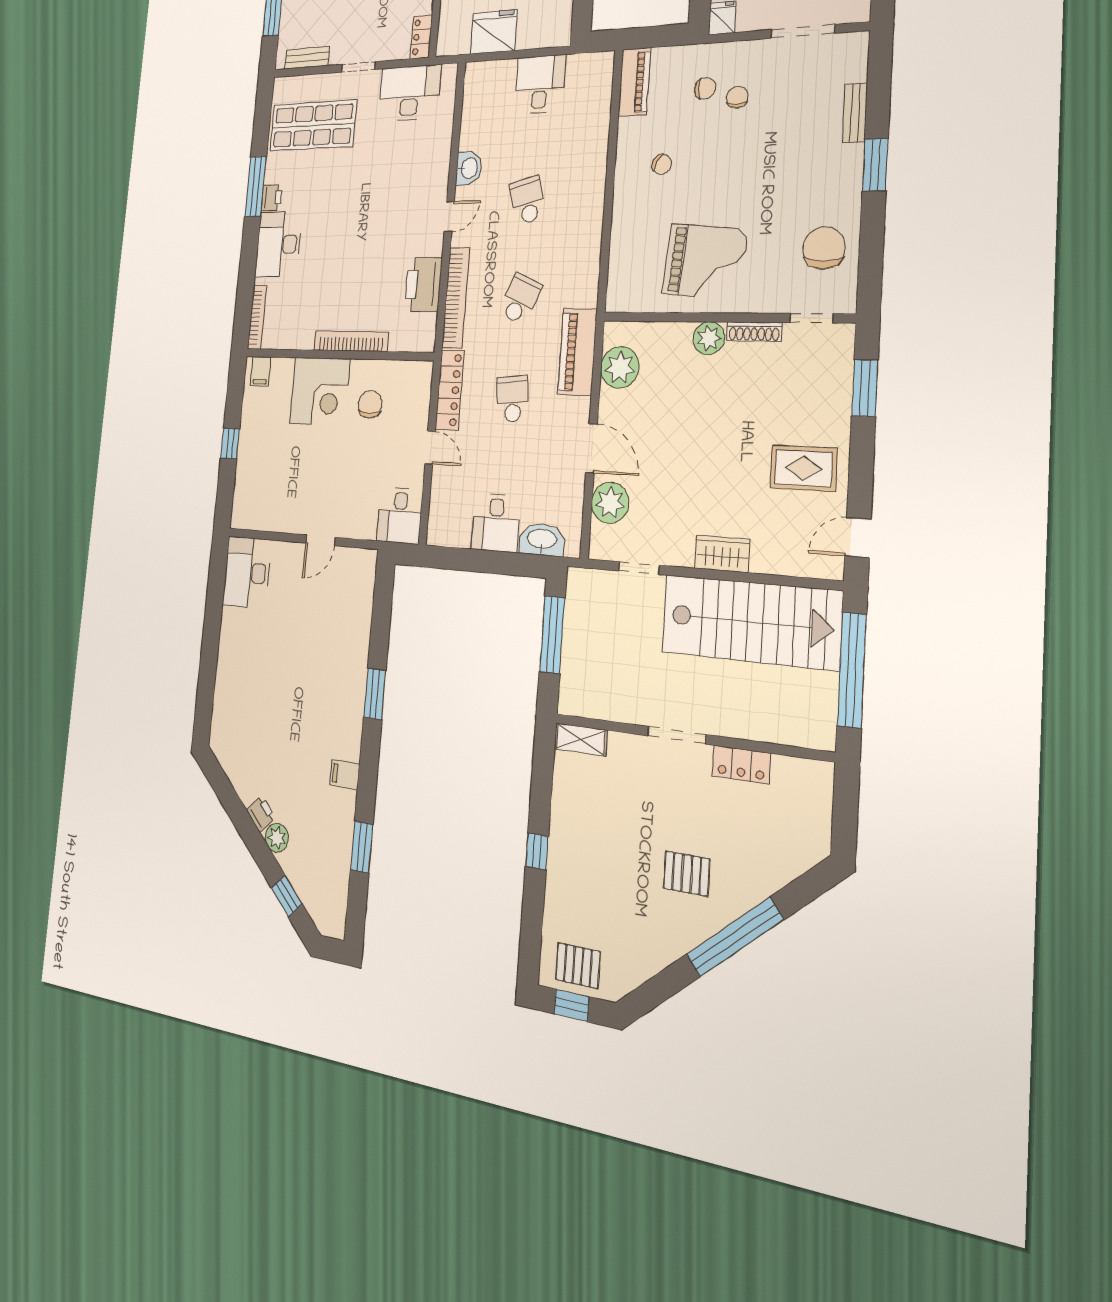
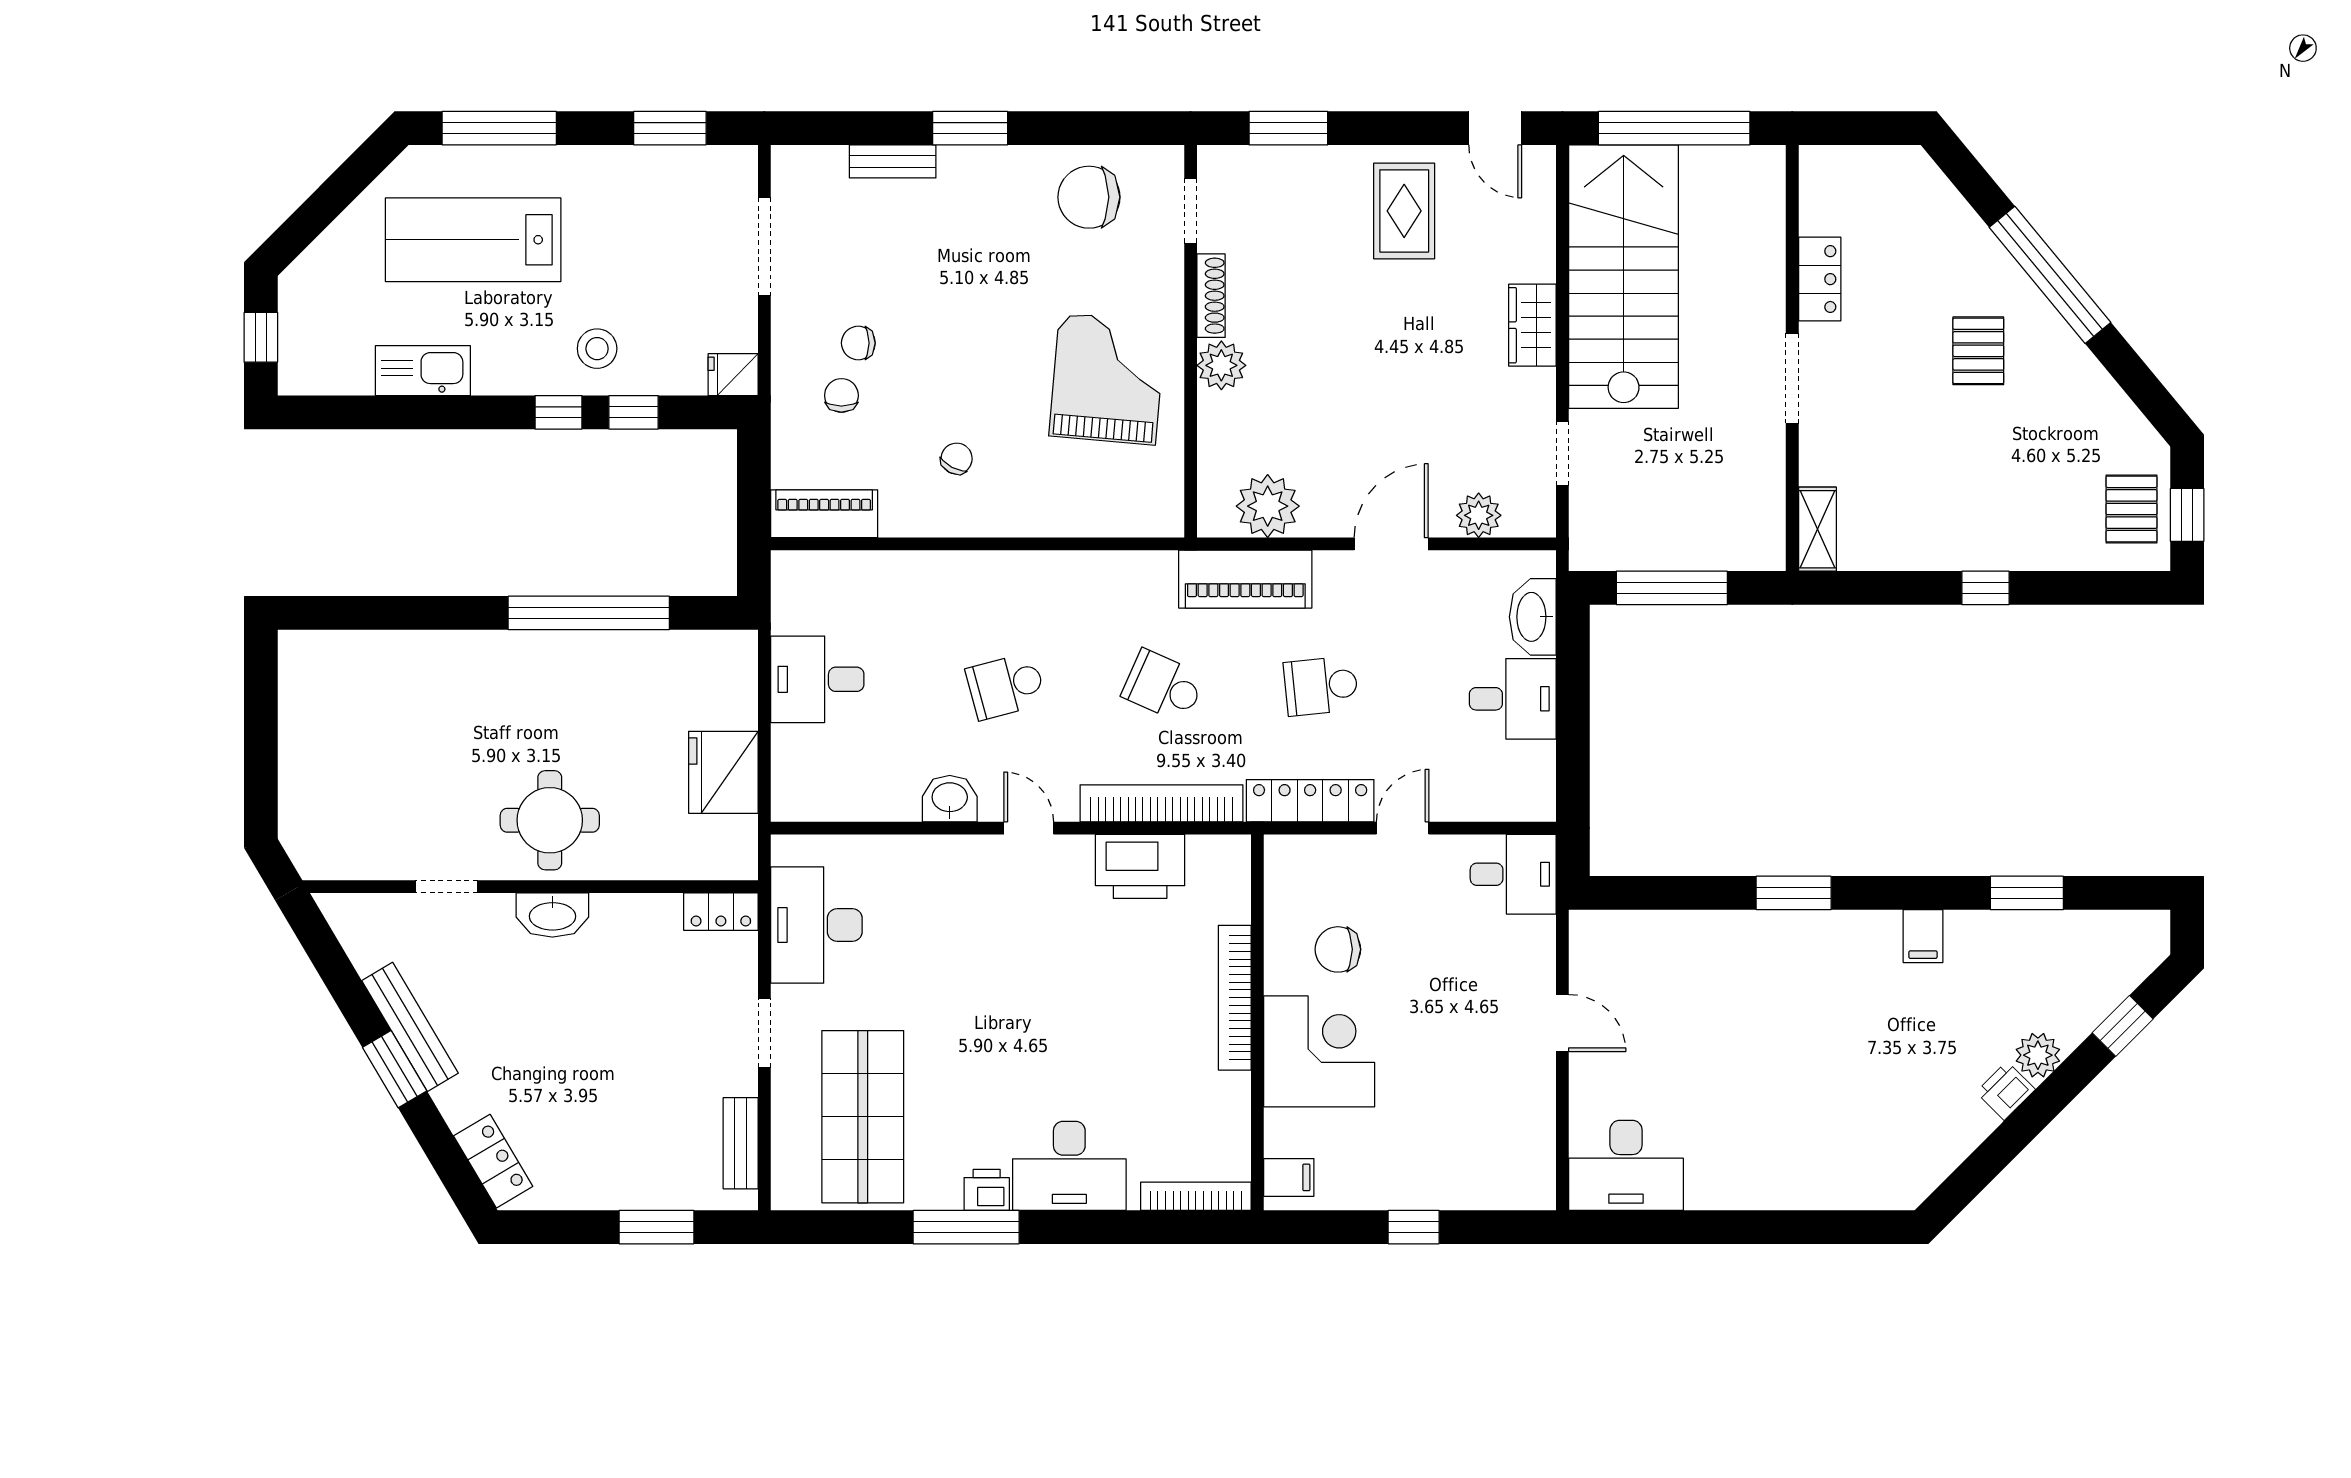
plant: (610, 503) -> (1479, 515), width x0.73, depth x0.73

